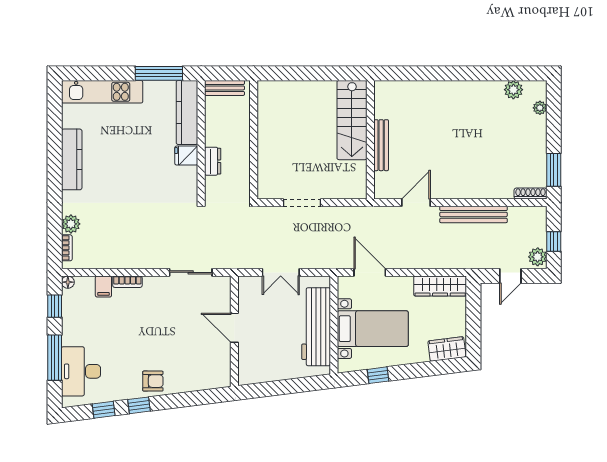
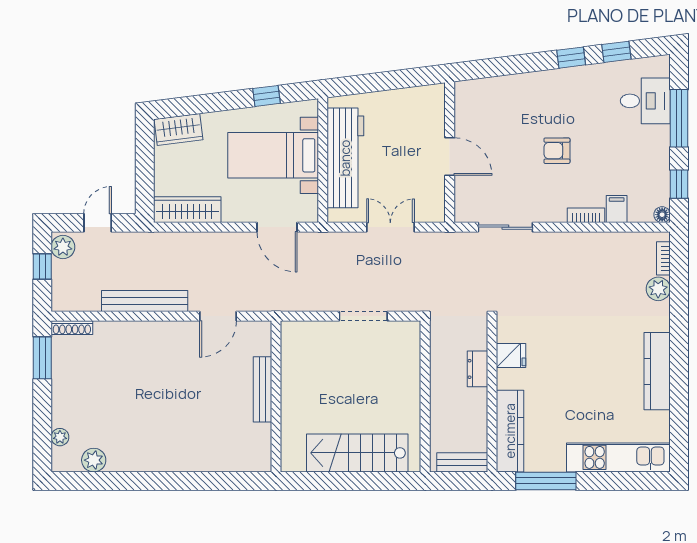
stairs: (352, 120) -> (357, 453), moved, turned -90
fridge: (186, 156) -> (511, 356), moved
desk: (81, 371) -> (645, 101), width x0.73
armchair: (153, 381) -> (557, 151), moved

